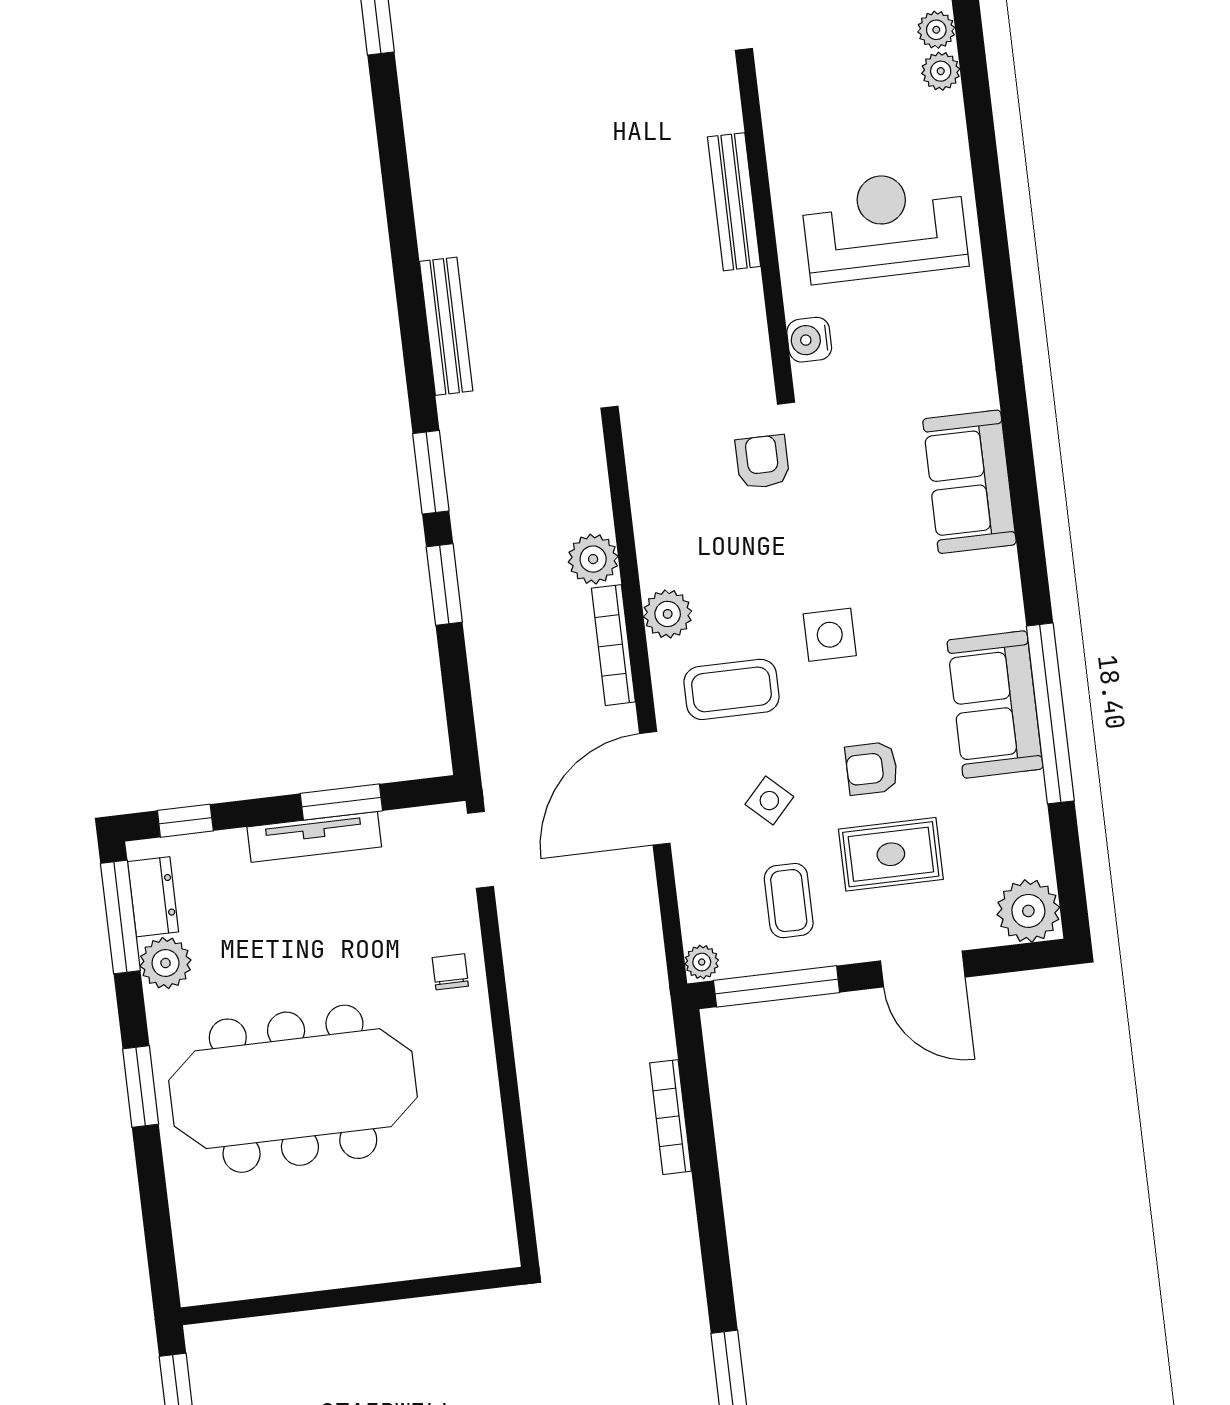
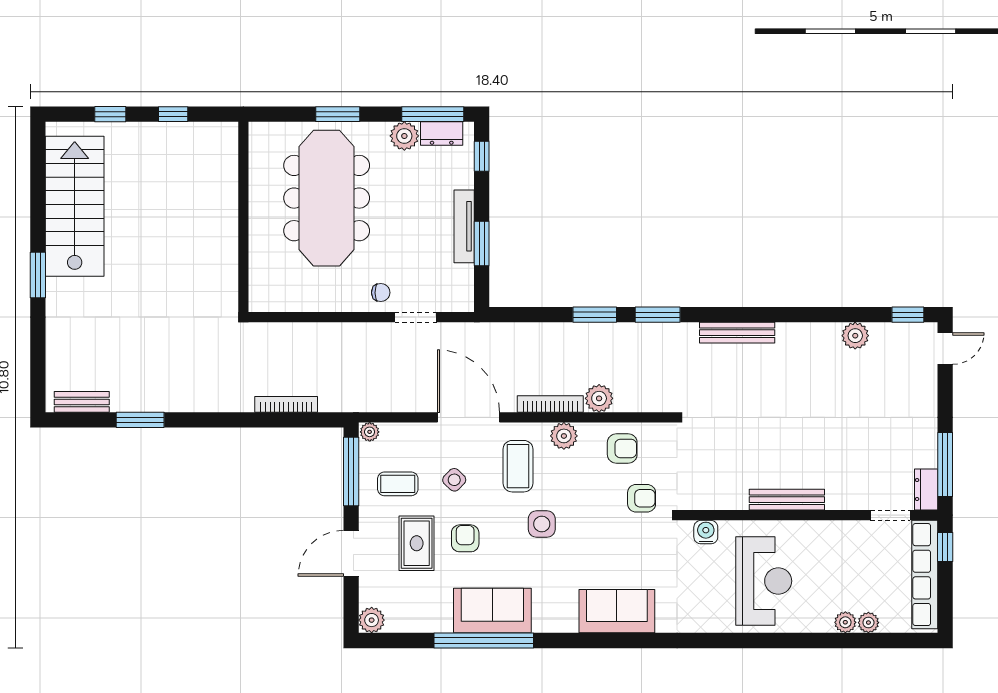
plant: (426, 114) -> (855, 336), added
armchair: (678, 507) -> (622, 449), added
doorway: (480, 850) -> (416, 317), moved
plant: (1028, 911) -> (372, 620), width x0.73, depth x0.73
wall: (352, 1296) -> (243, 217), moved

